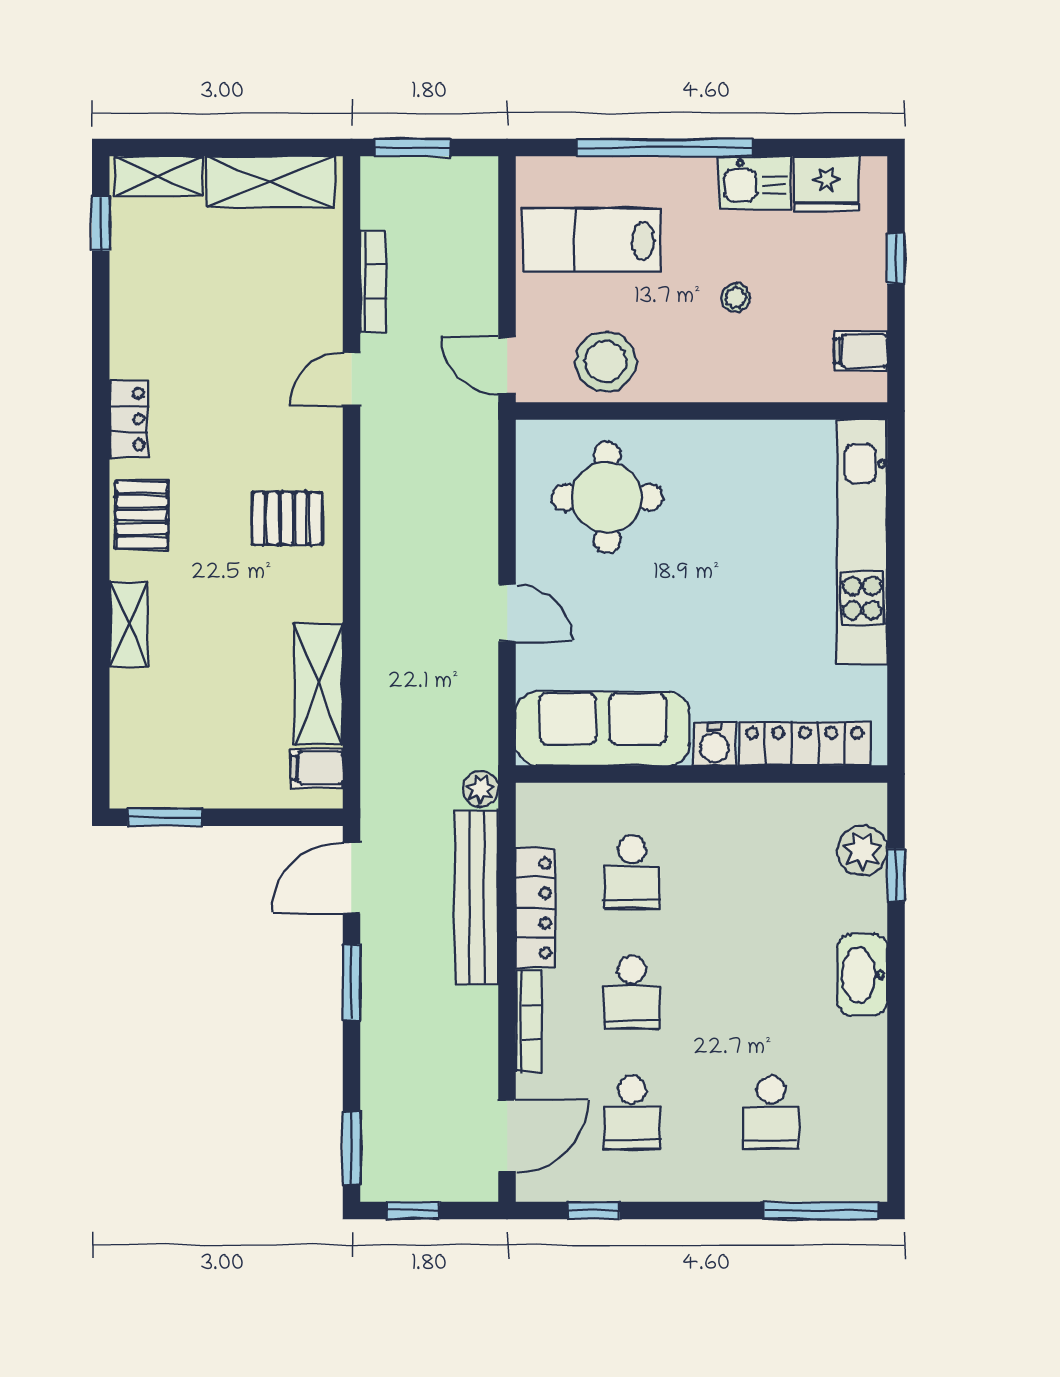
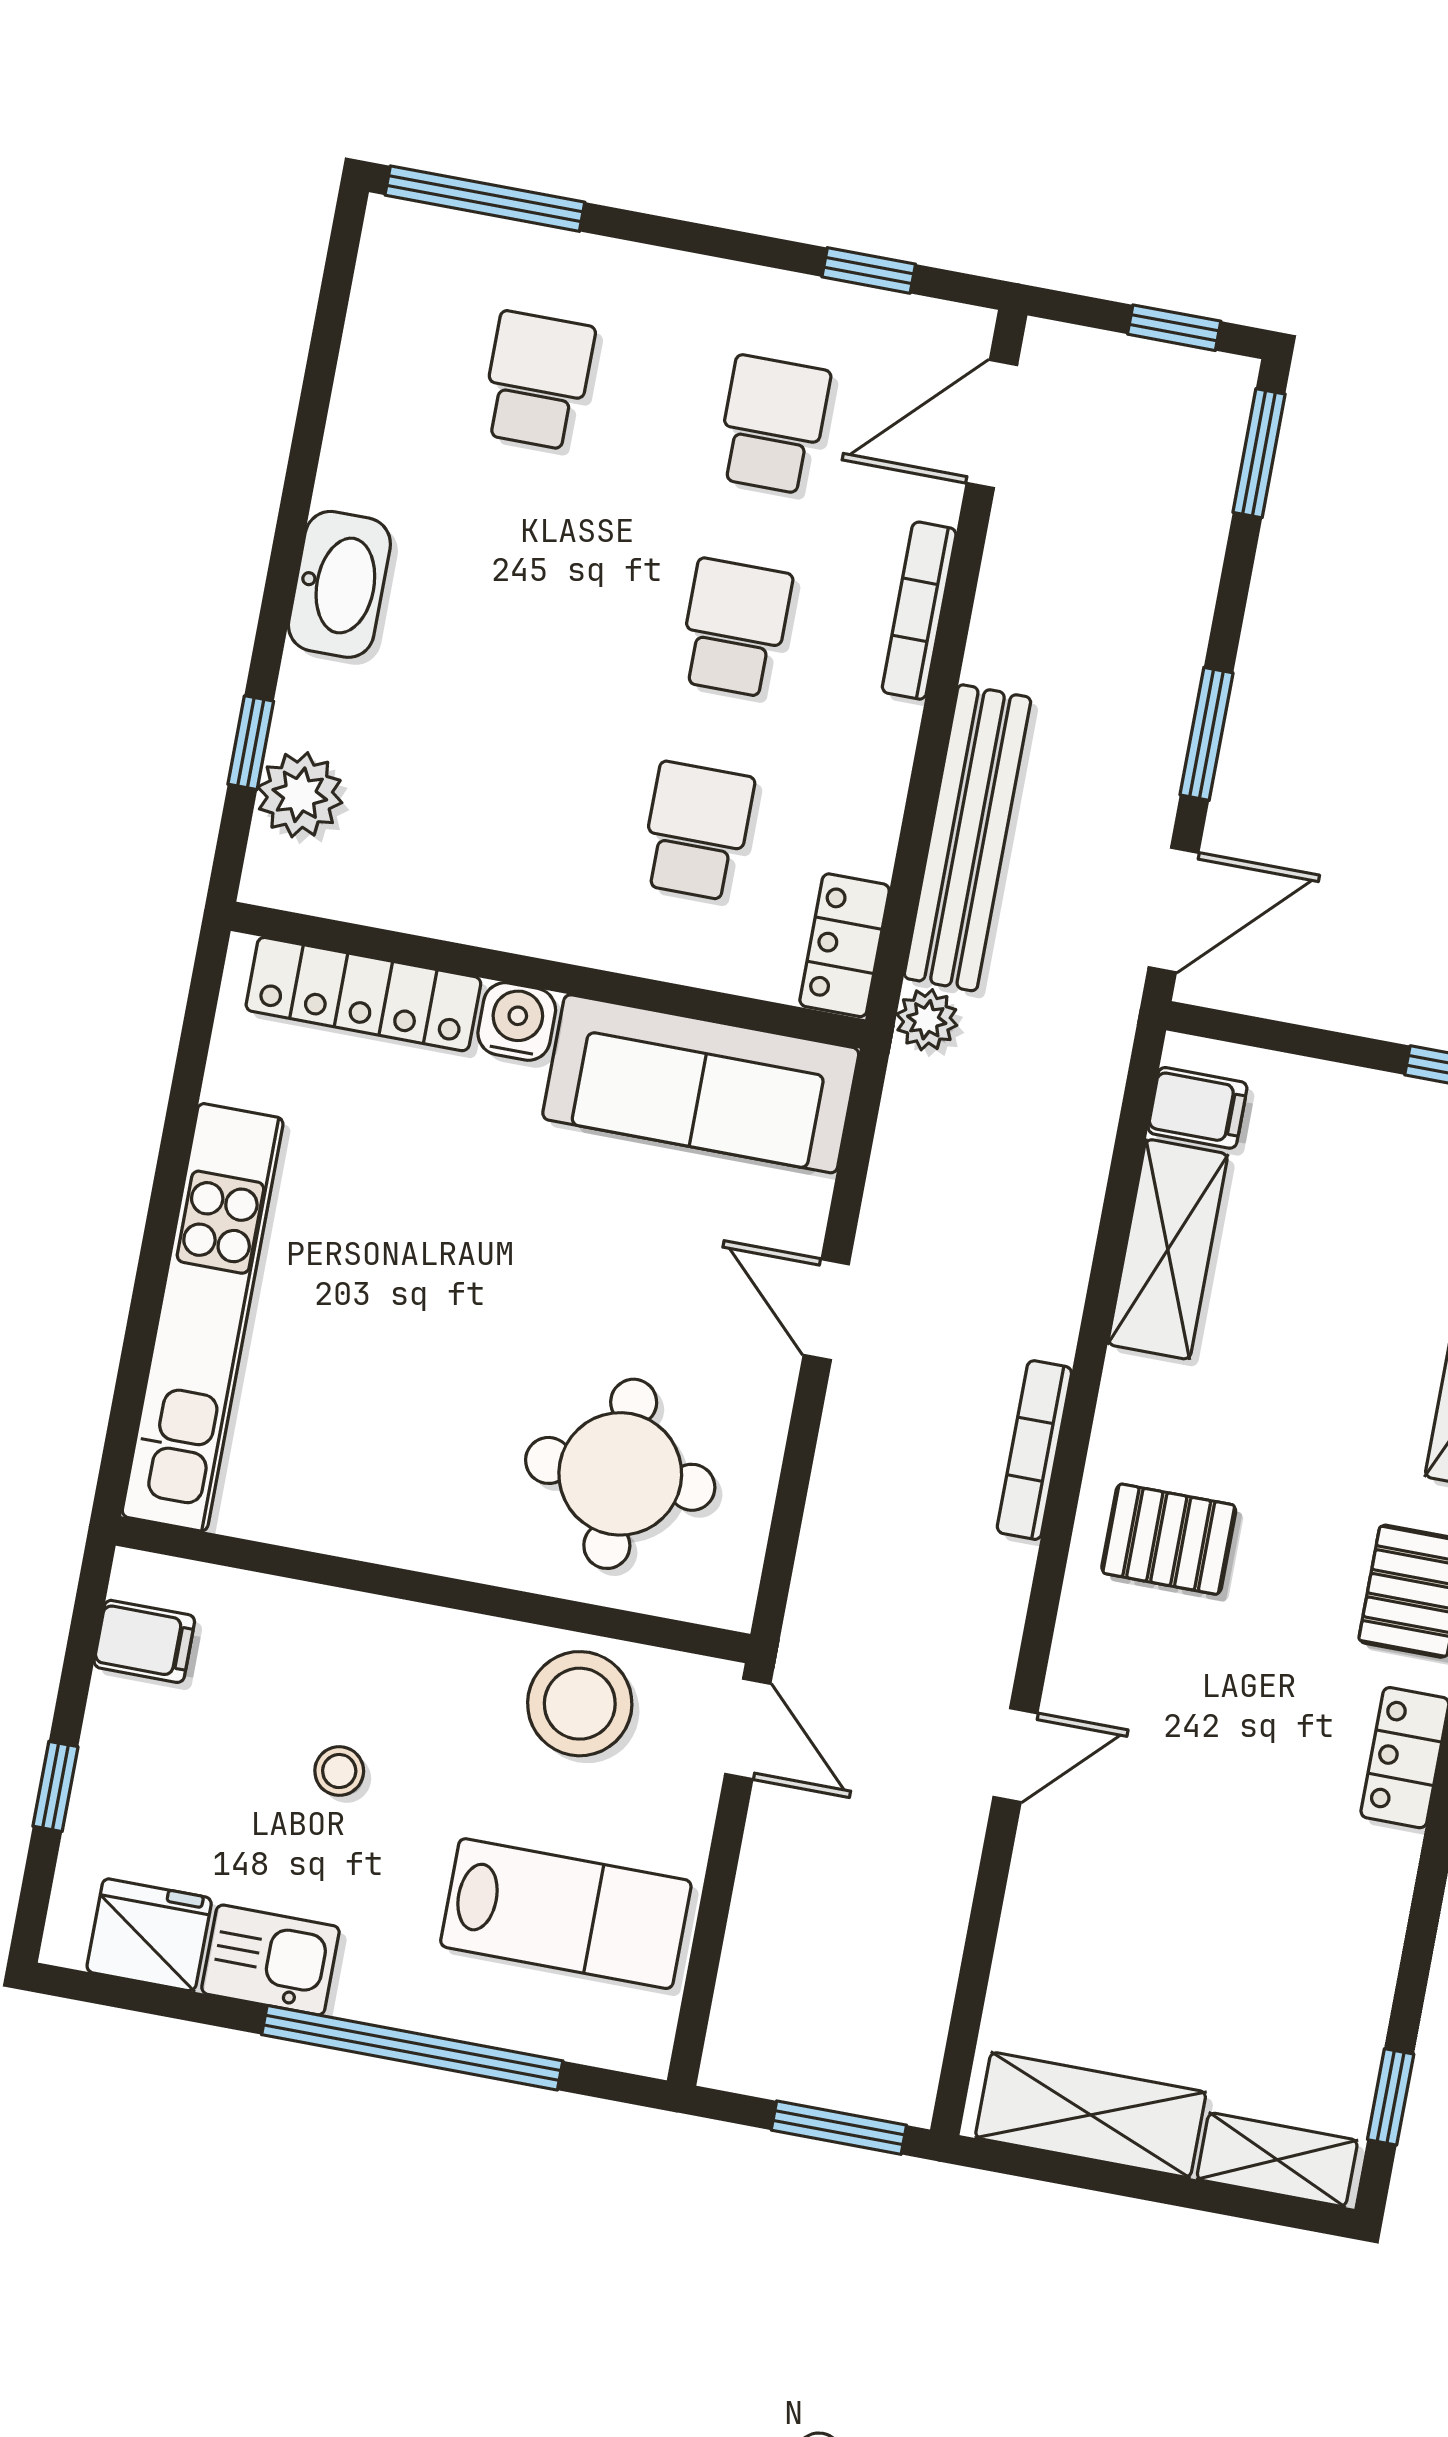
bookcase: (373, 282) -> (1034, 1450), moved
locker: (535, 908) -> (845, 945), moved, width x0.66

